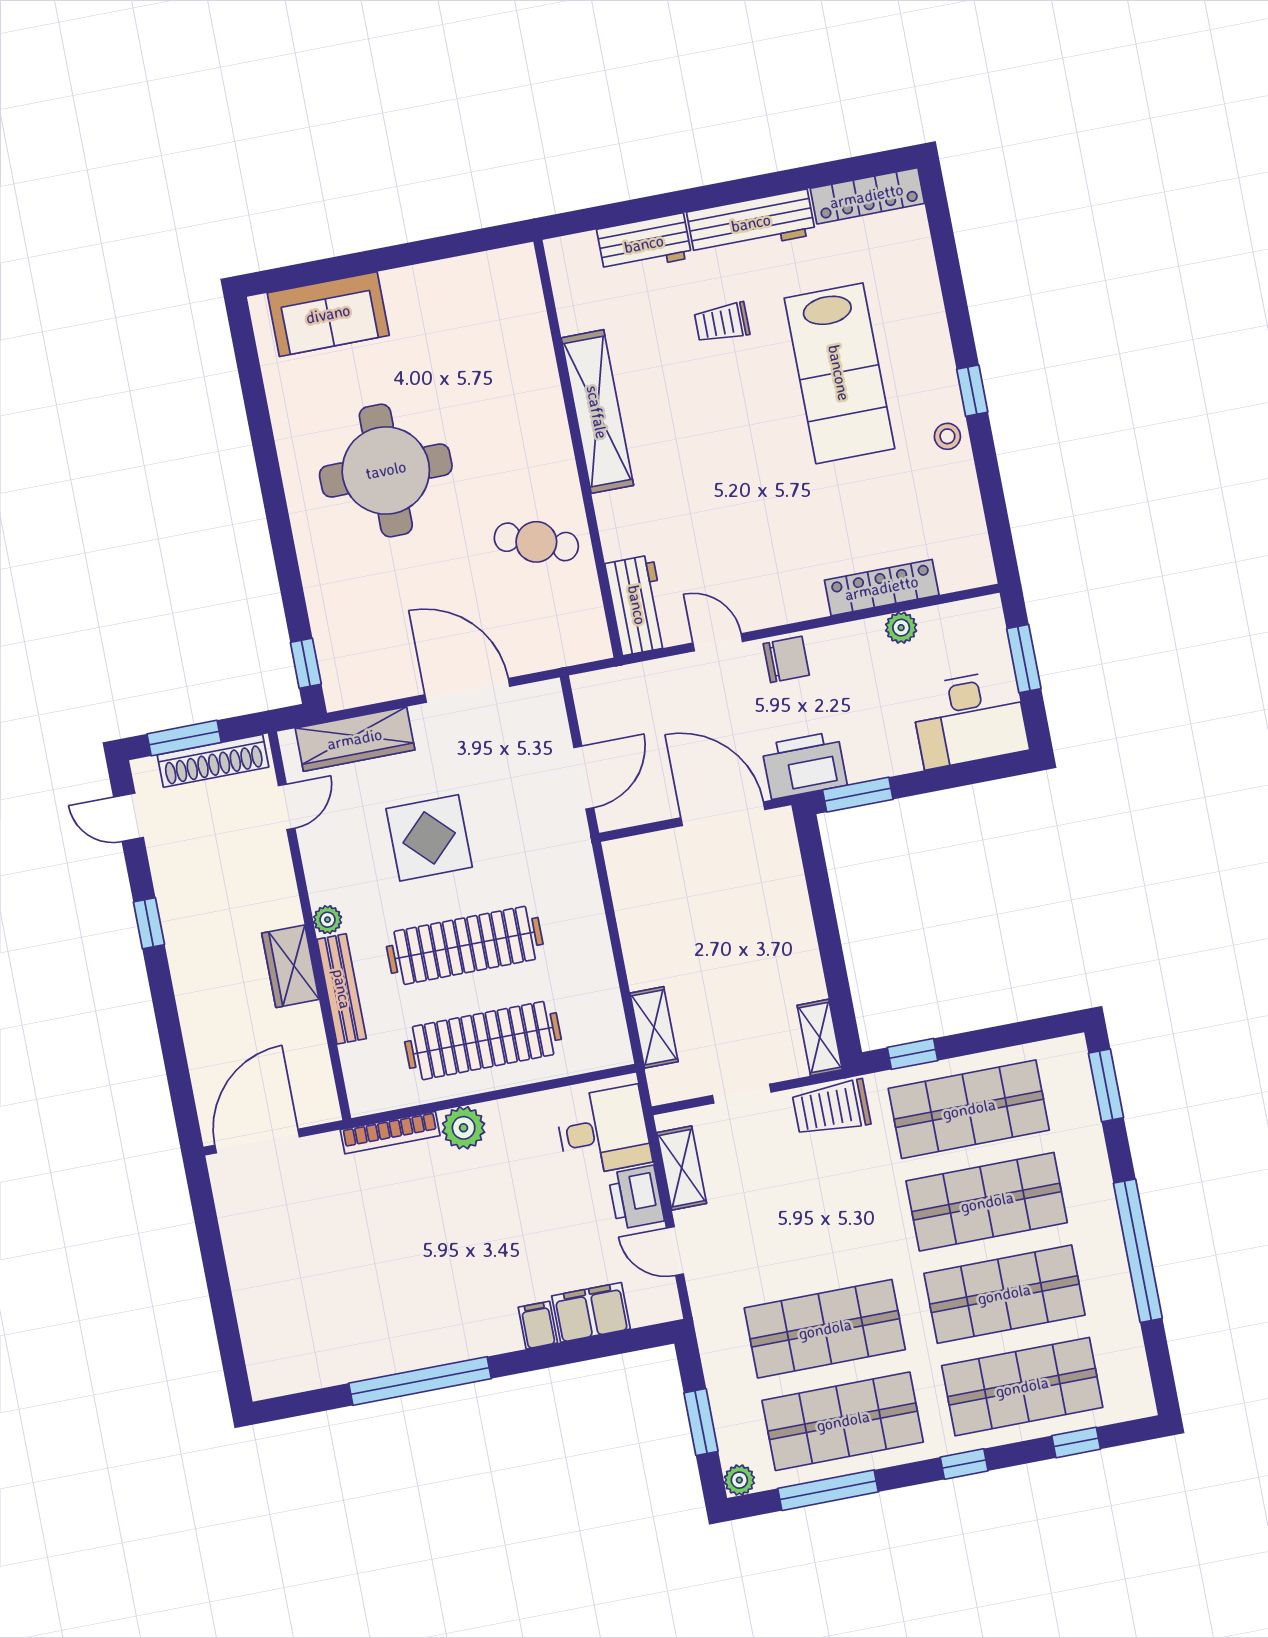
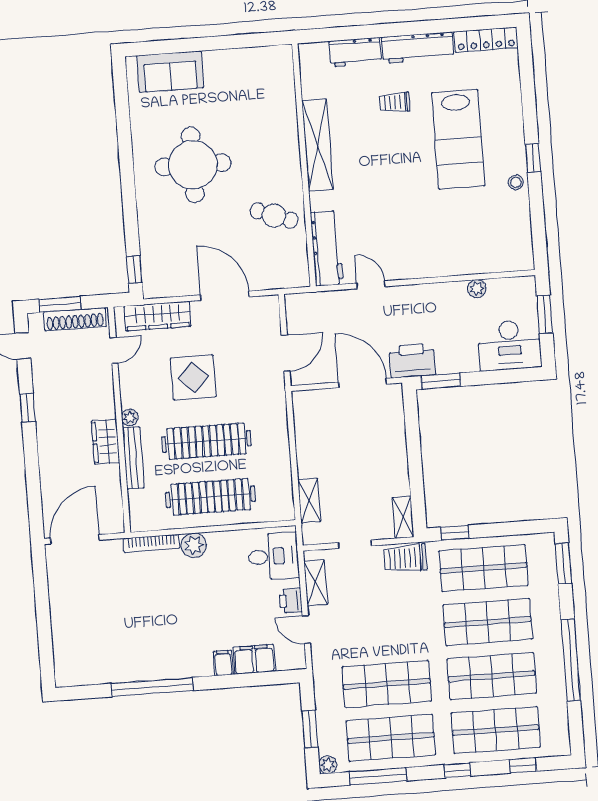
locker: (882, 588) -> (468, 264), removed
workbench: (637, 605) -> (327, 248), width x1.37
chair: (786, 659) -> (409, 299), removed
printer: (636, 1197) -> (291, 601), width x0.73, depth x0.81

